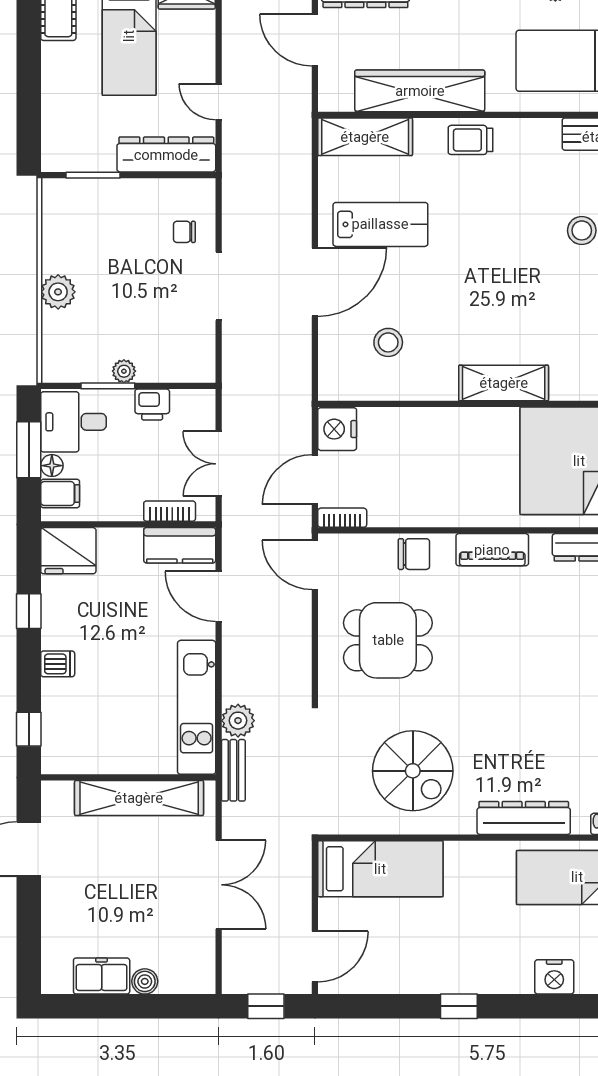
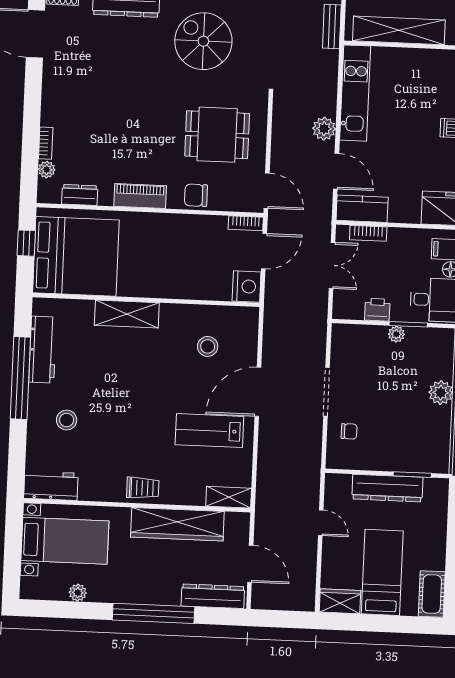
shelving: (365, 137) -> (229, 497), width x0.67, depth x0.75
dresser: (166, 155) -> (387, 488), moved
plant: (238, 721) -> (324, 129), moved
bench: (233, 770) -> (332, 26), moved

